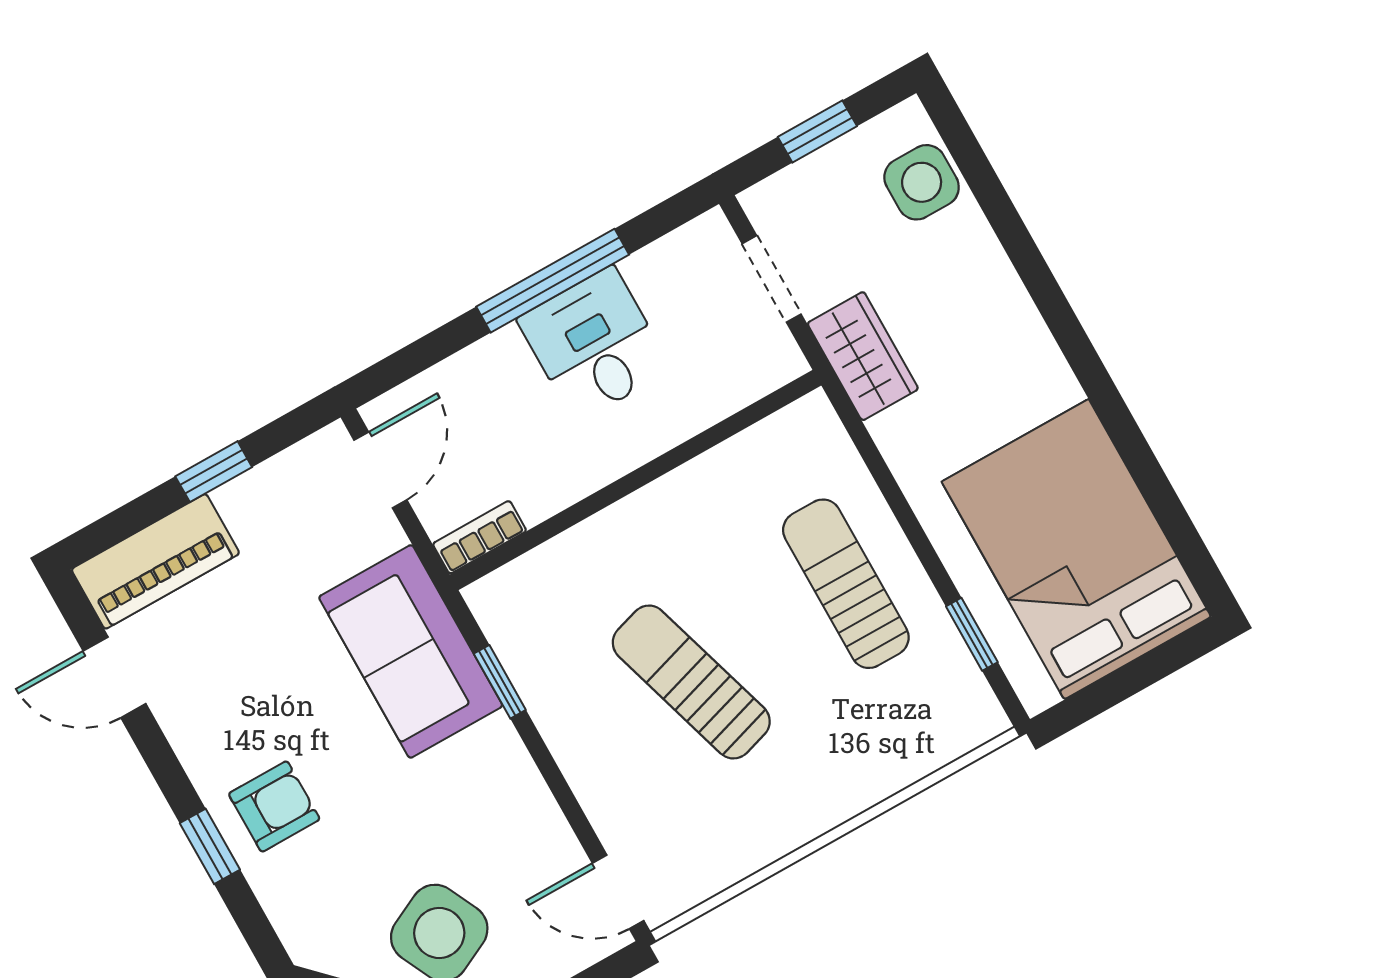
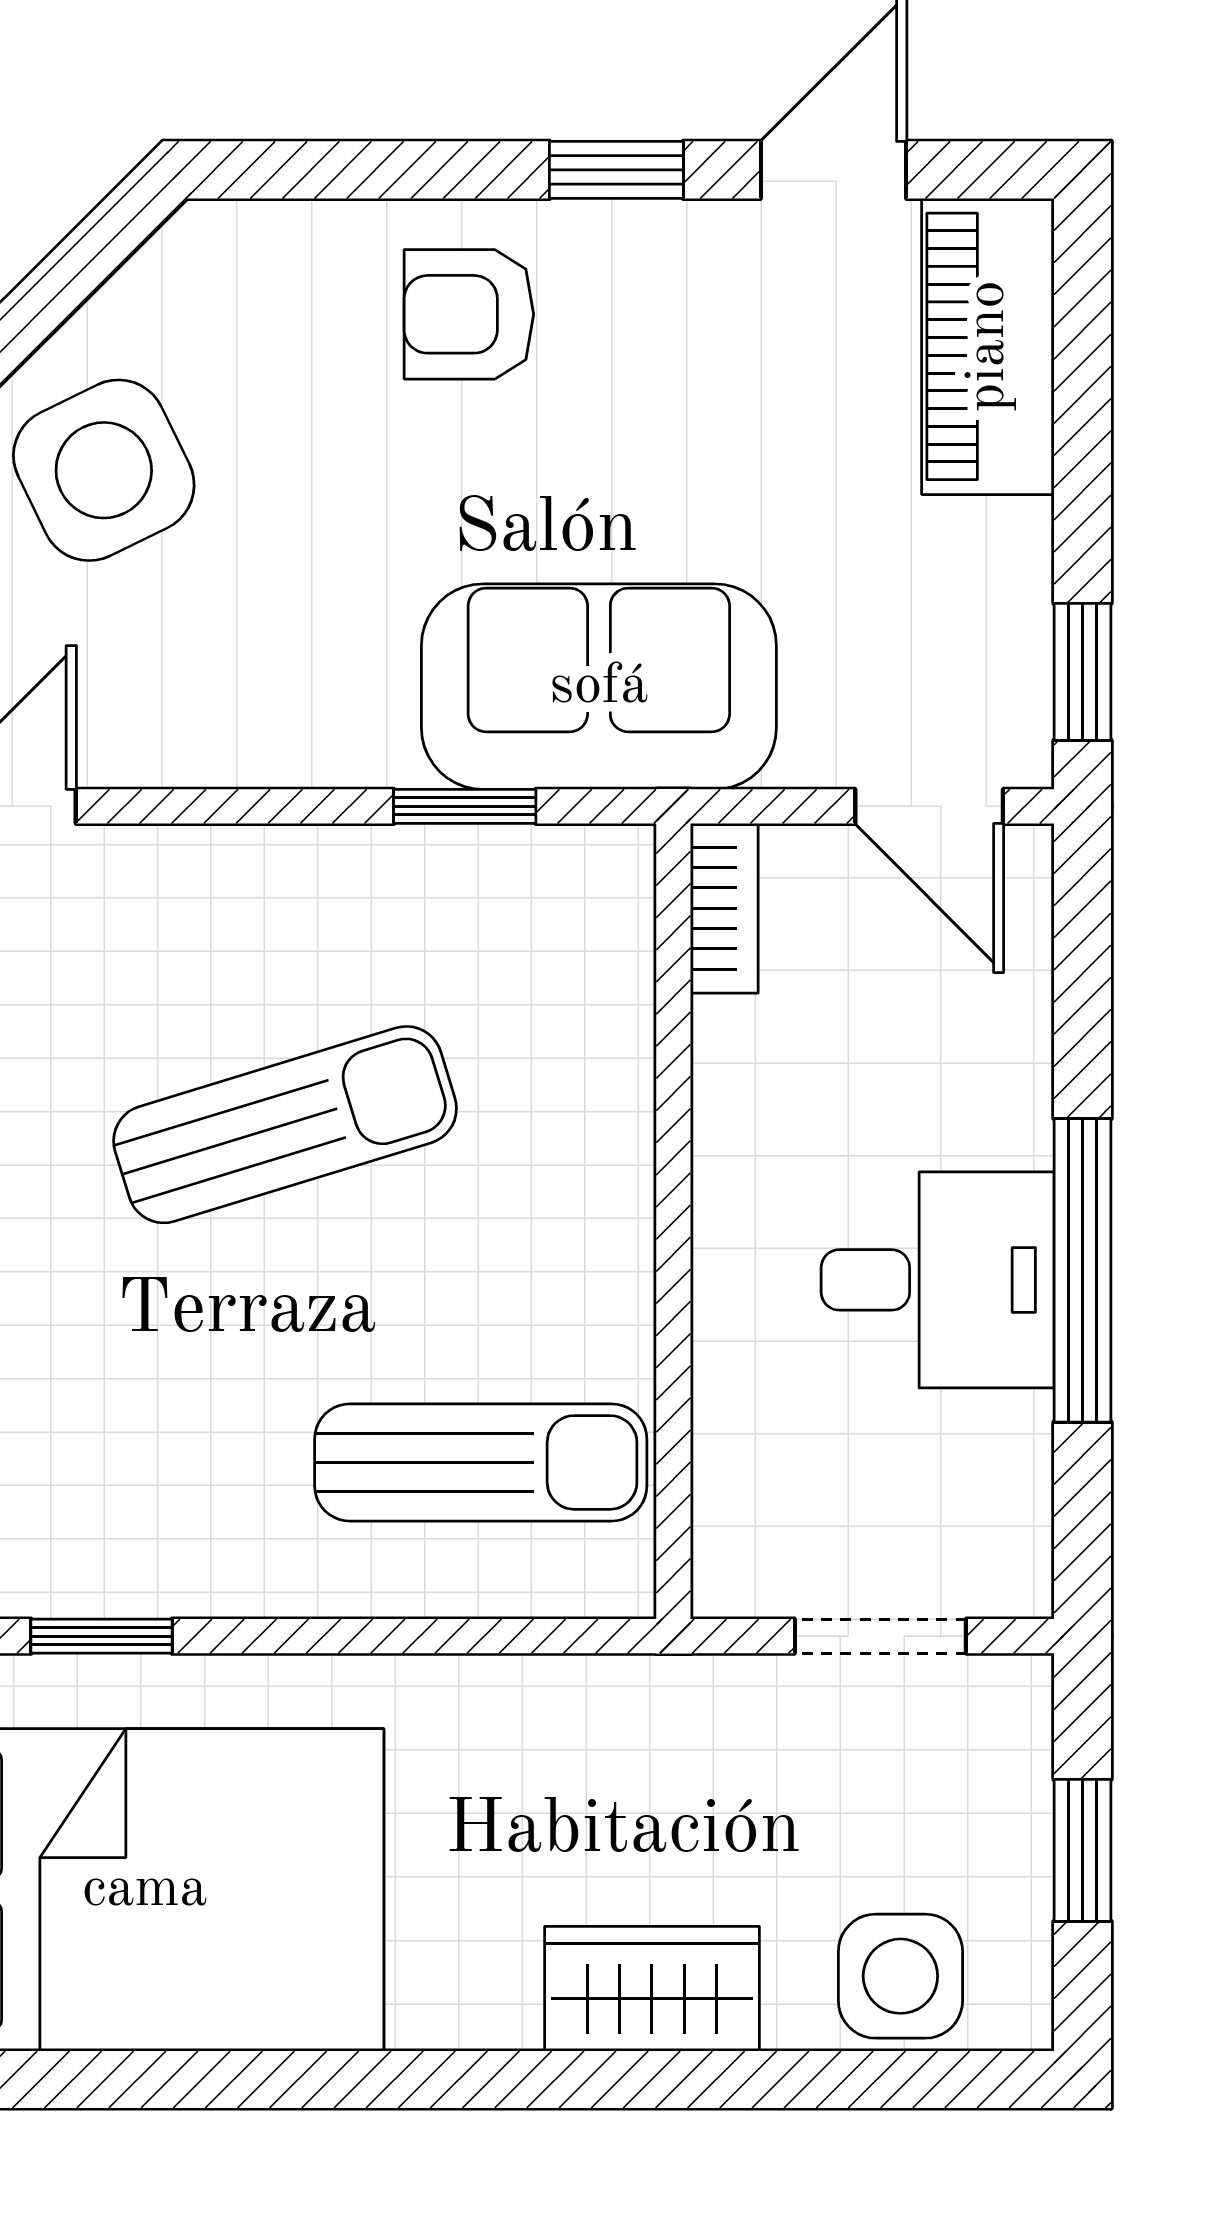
wardrobe: (863, 356) -> (652, 1989), moved, turned 180
window: (214, 472) -> (1083, 672), moved
sun lounger: (846, 584) -> (481, 1462), moved
armchair: (274, 806) -> (469, 314), turned 90
window: (210, 846) -> (616, 170), moved

